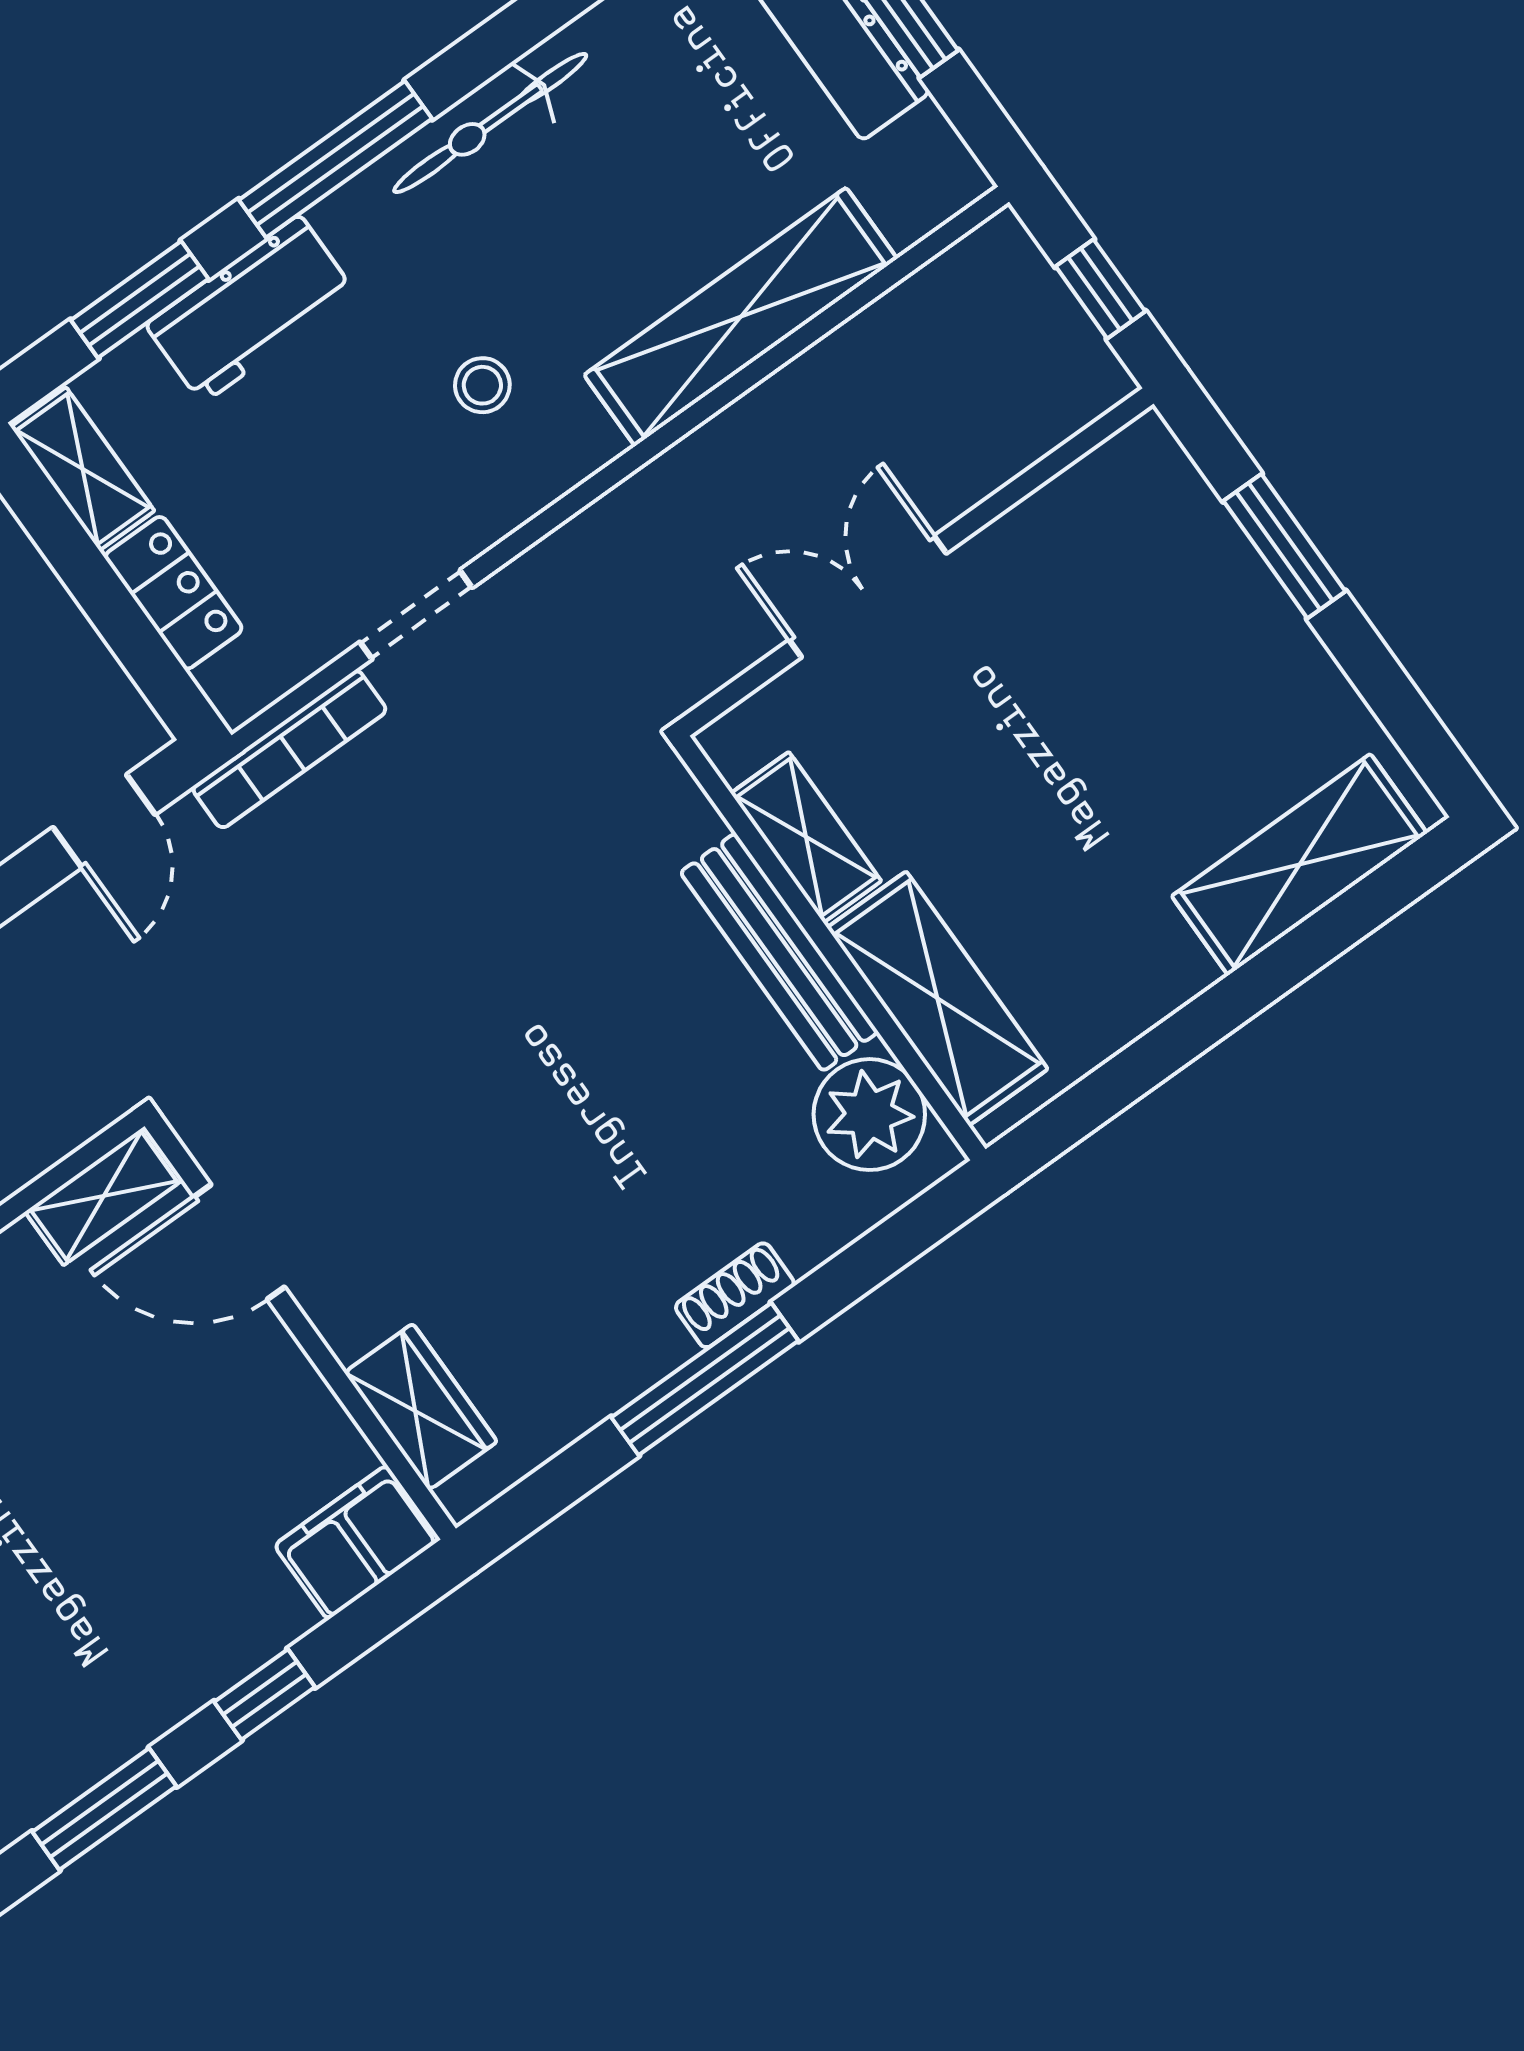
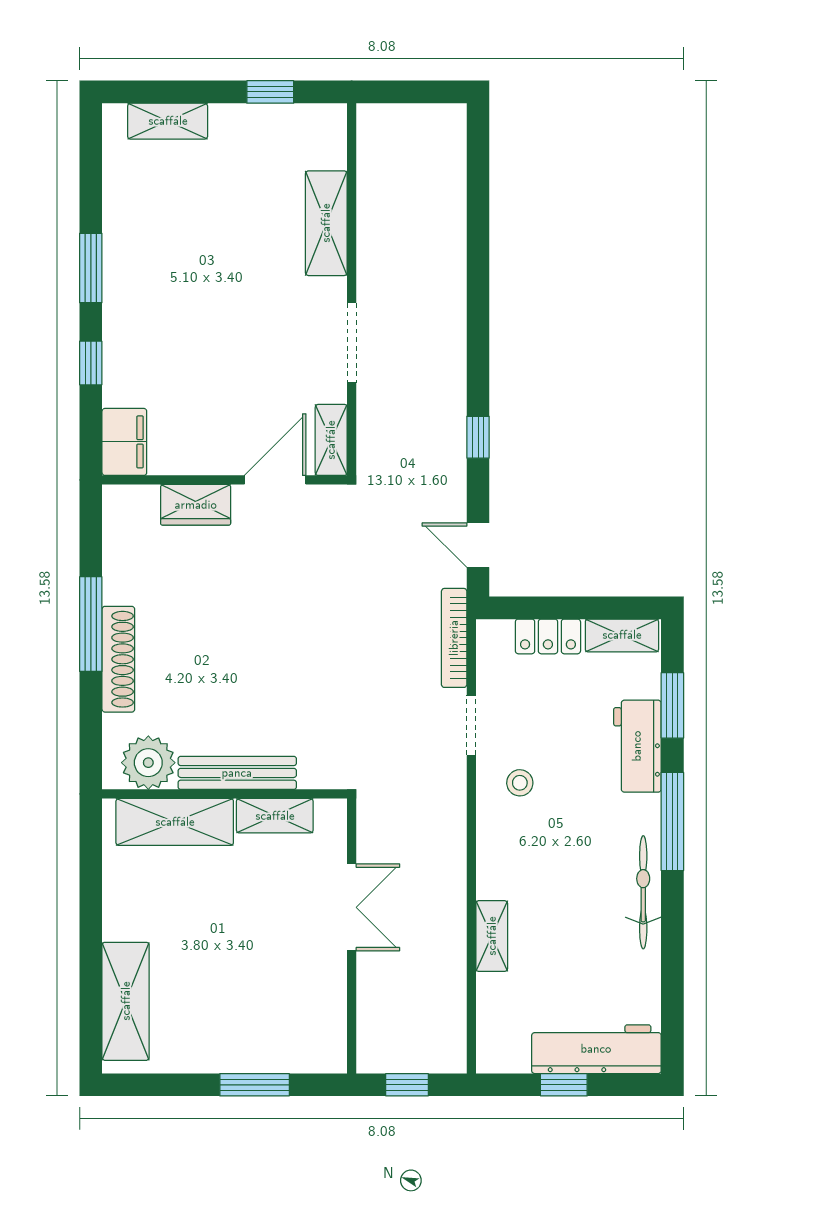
shelving: (741, 317) -> (492, 936), width x0.45, depth x0.75
stool: (482, 385) -> (520, 783), moved
shoe rack: (735, 1295) -> (118, 659), width x1.94, depth x1.24
wardrobe: (421, 1407) -> (196, 505), moved

